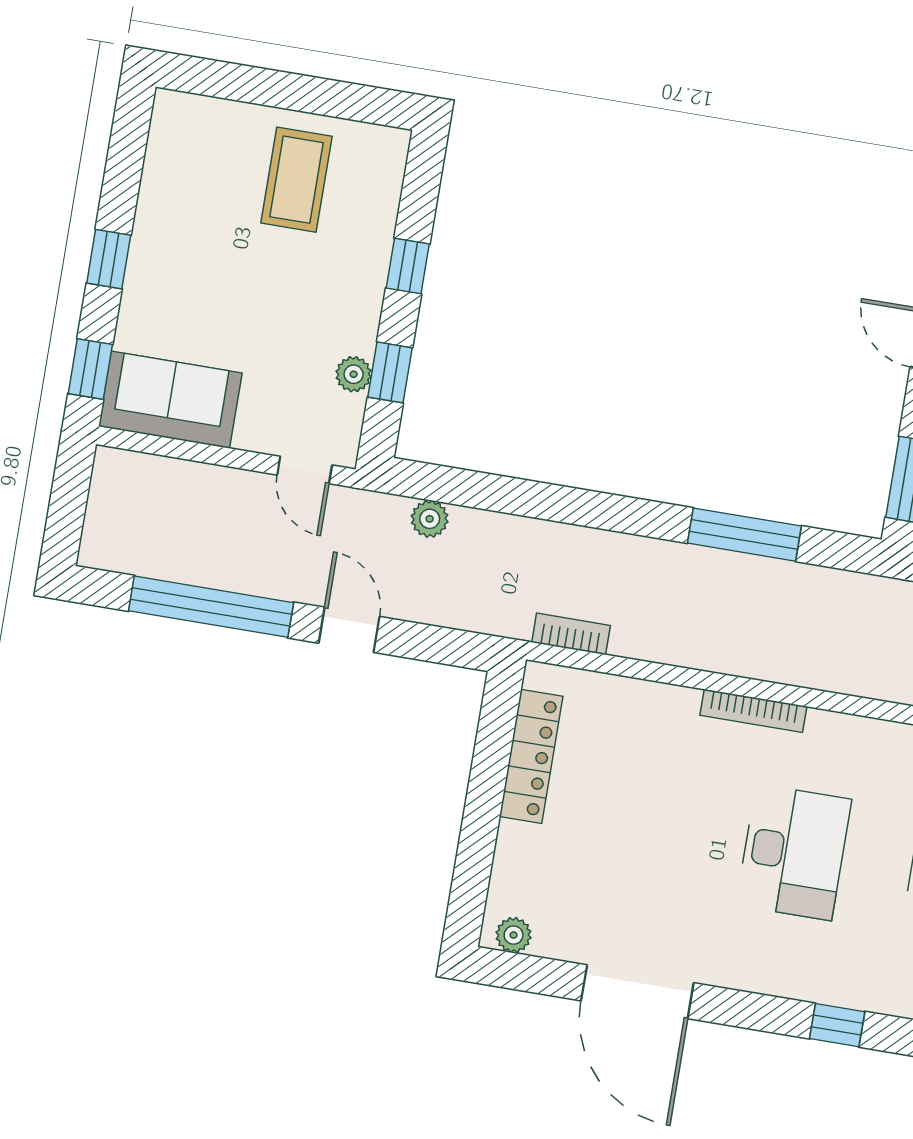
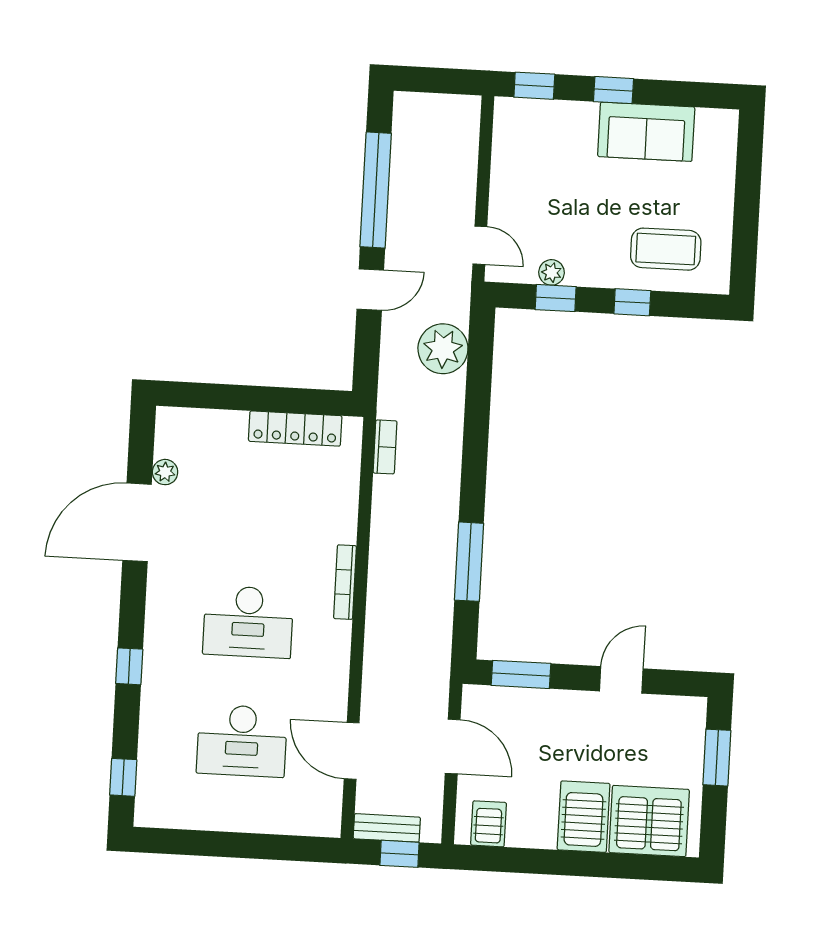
coffee table: (296, 180) -> (666, 249), moved
sofa: (170, 400) -> (646, 132), moved, turned 90
door: (305, 470) -> (480, 245), swing flipped
plant: (430, 519) -> (443, 349), width x1.87, depth x1.87
plant: (514, 935) -> (165, 472), moved

